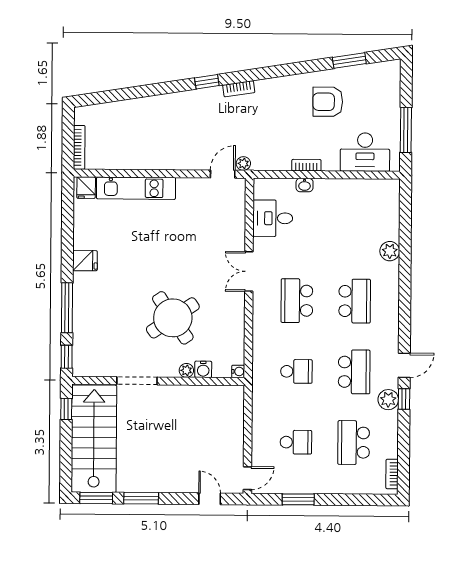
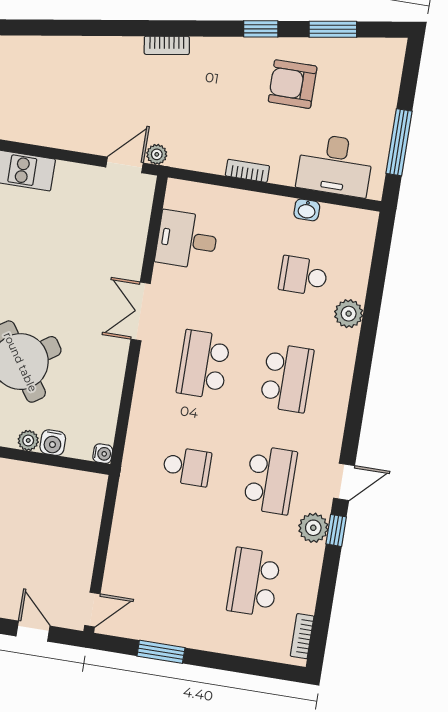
window: (207, 82) -> (261, 29), moved
washbasin: (305, 185) -> (307, 210), moved
school desk: (296, 442) -> (303, 276), moved, turned 180

